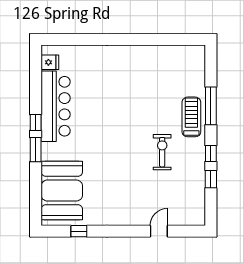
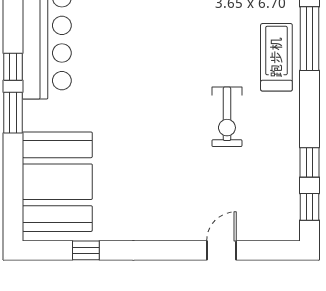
exercise bike: (162, 152) -> (227, 117), turned 180
window: (211, 153) -> (309, 207), moved

